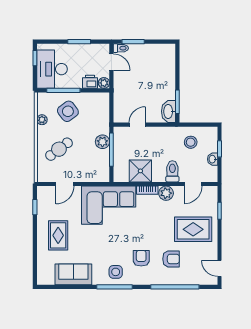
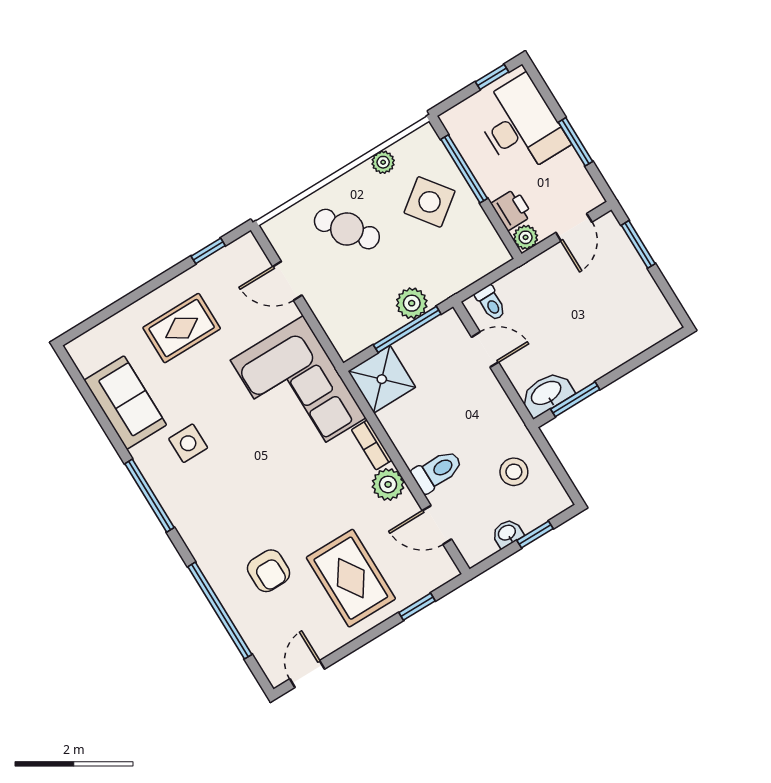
toilet: (121, 48) -> (491, 303), moved
desk: (52, 69) -> (521, 125), moved, turned 90
shower: (140, 171) -> (382, 379), moved
armchair: (141, 258) -> (235, 513), removed
side table: (116, 272) -> (188, 443), moved

